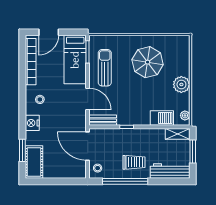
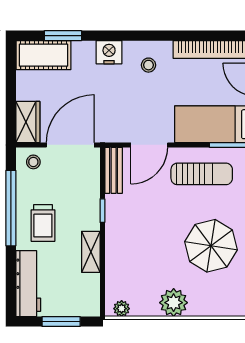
barbecue: (162, 118) -> (117, 270), removed
shelving: (178, 134) -> (91, 252), moved
wardrobe: (74, 171) -> (28, 122), added

